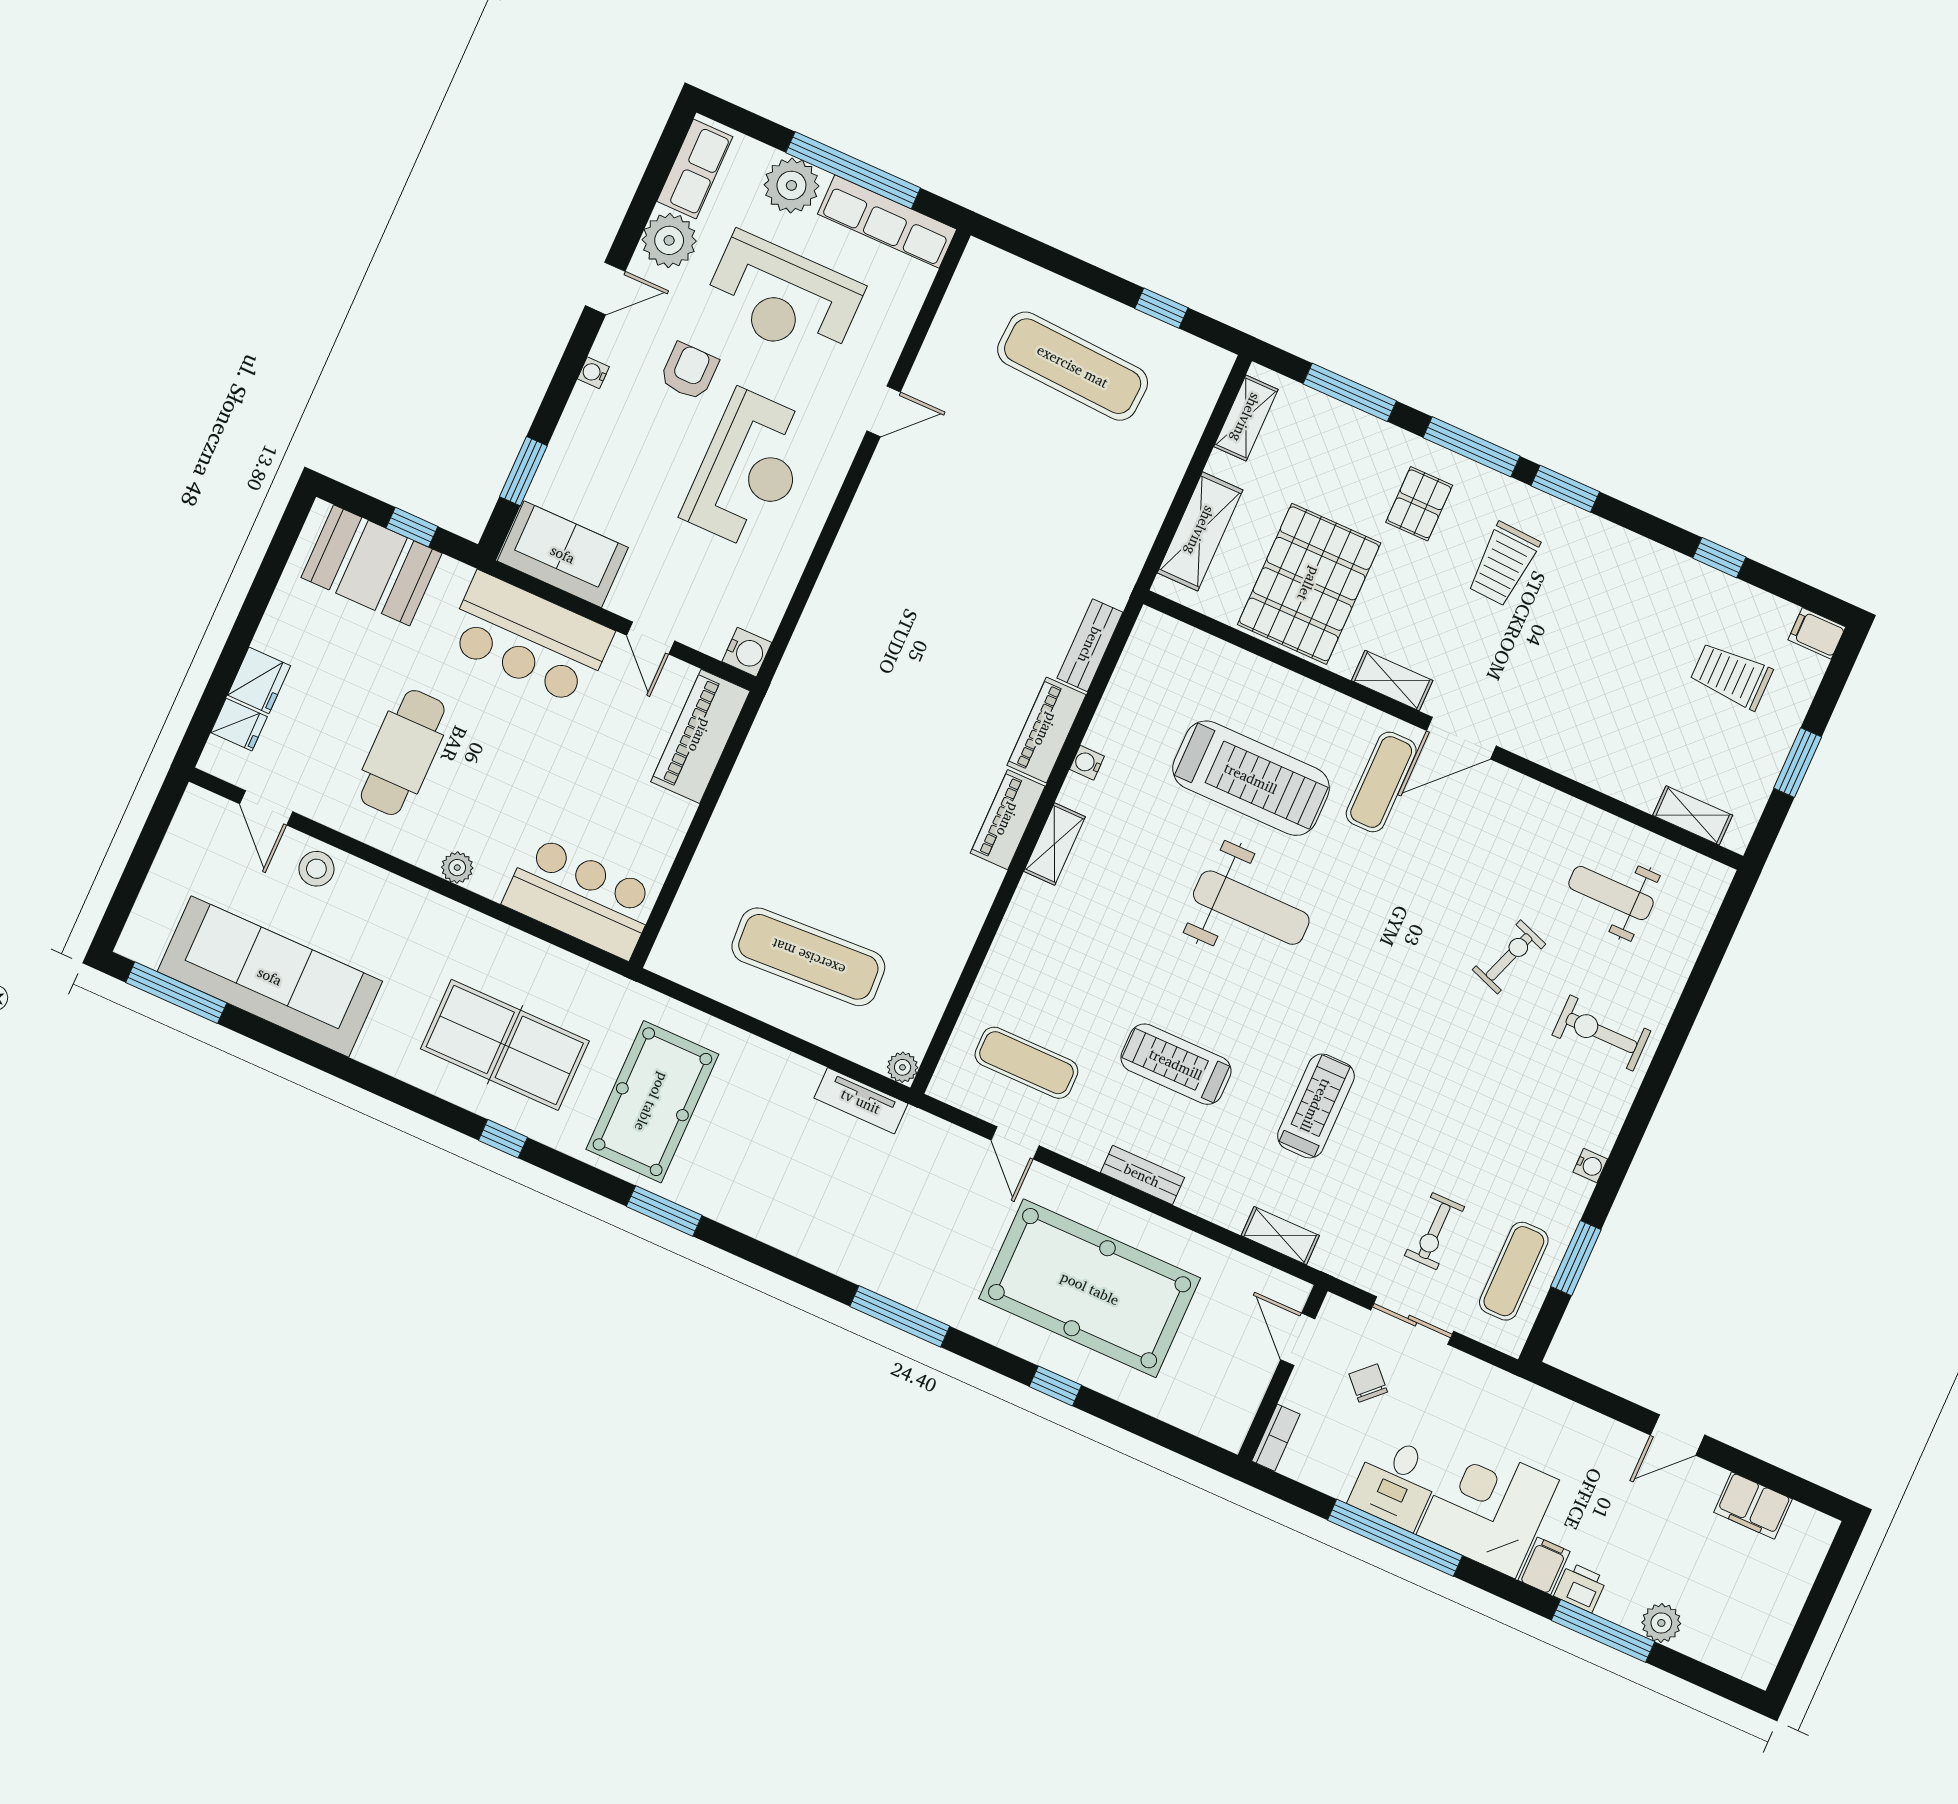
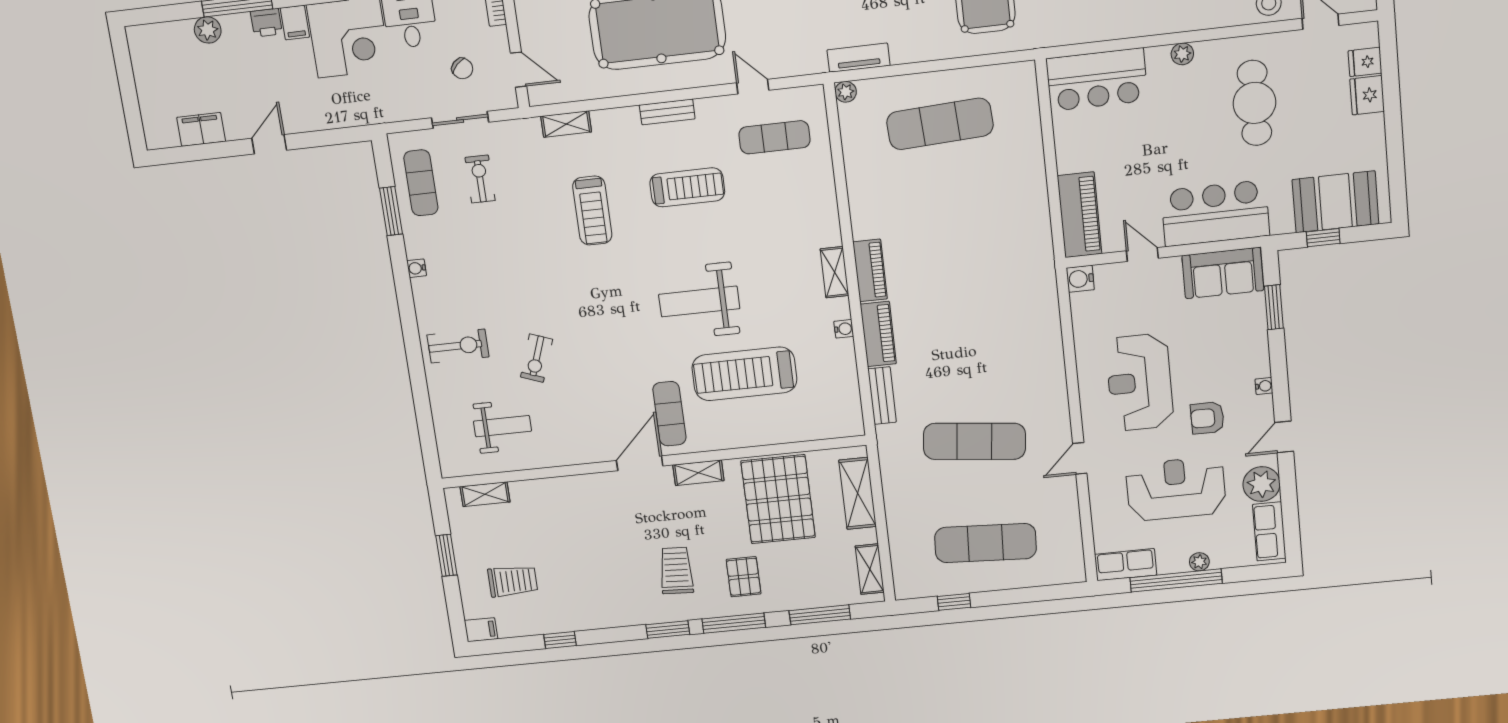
plant: (791, 185) -> (1199, 562), width x0.53, depth x0.53
row of seats: (887, 222) -> (1126, 565), width x0.68
armchair: (689, 371) -> (1207, 418), turned 90
exercise mat: (1007, 514) -> (974, 441), added

